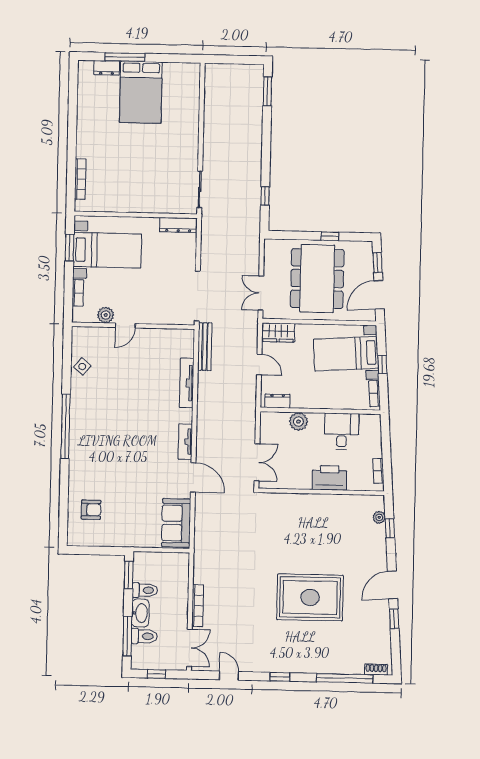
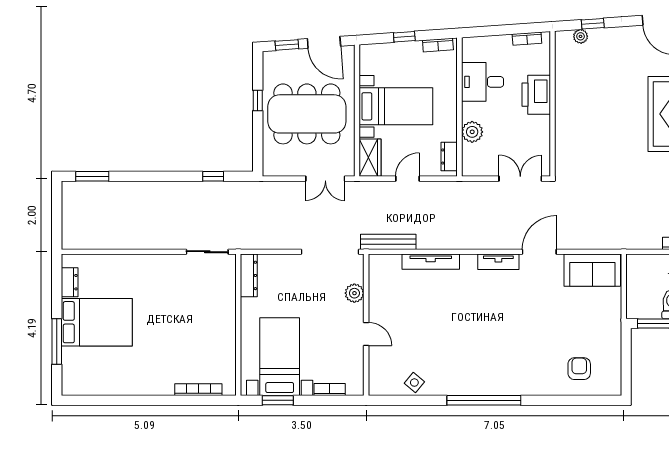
dresser: (107, 68) -> (70, 282), moved
plant: (106, 315) -> (354, 293), moved
bed with nightstands: (346, 354) -> (396, 106), moved, turned -86

